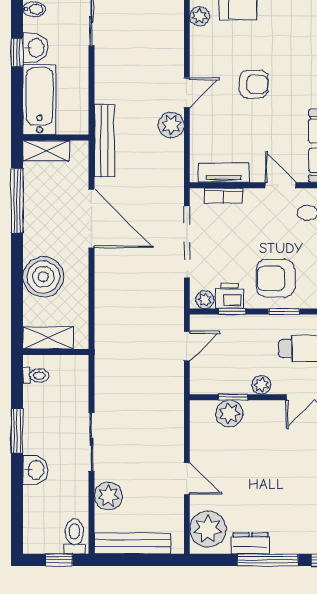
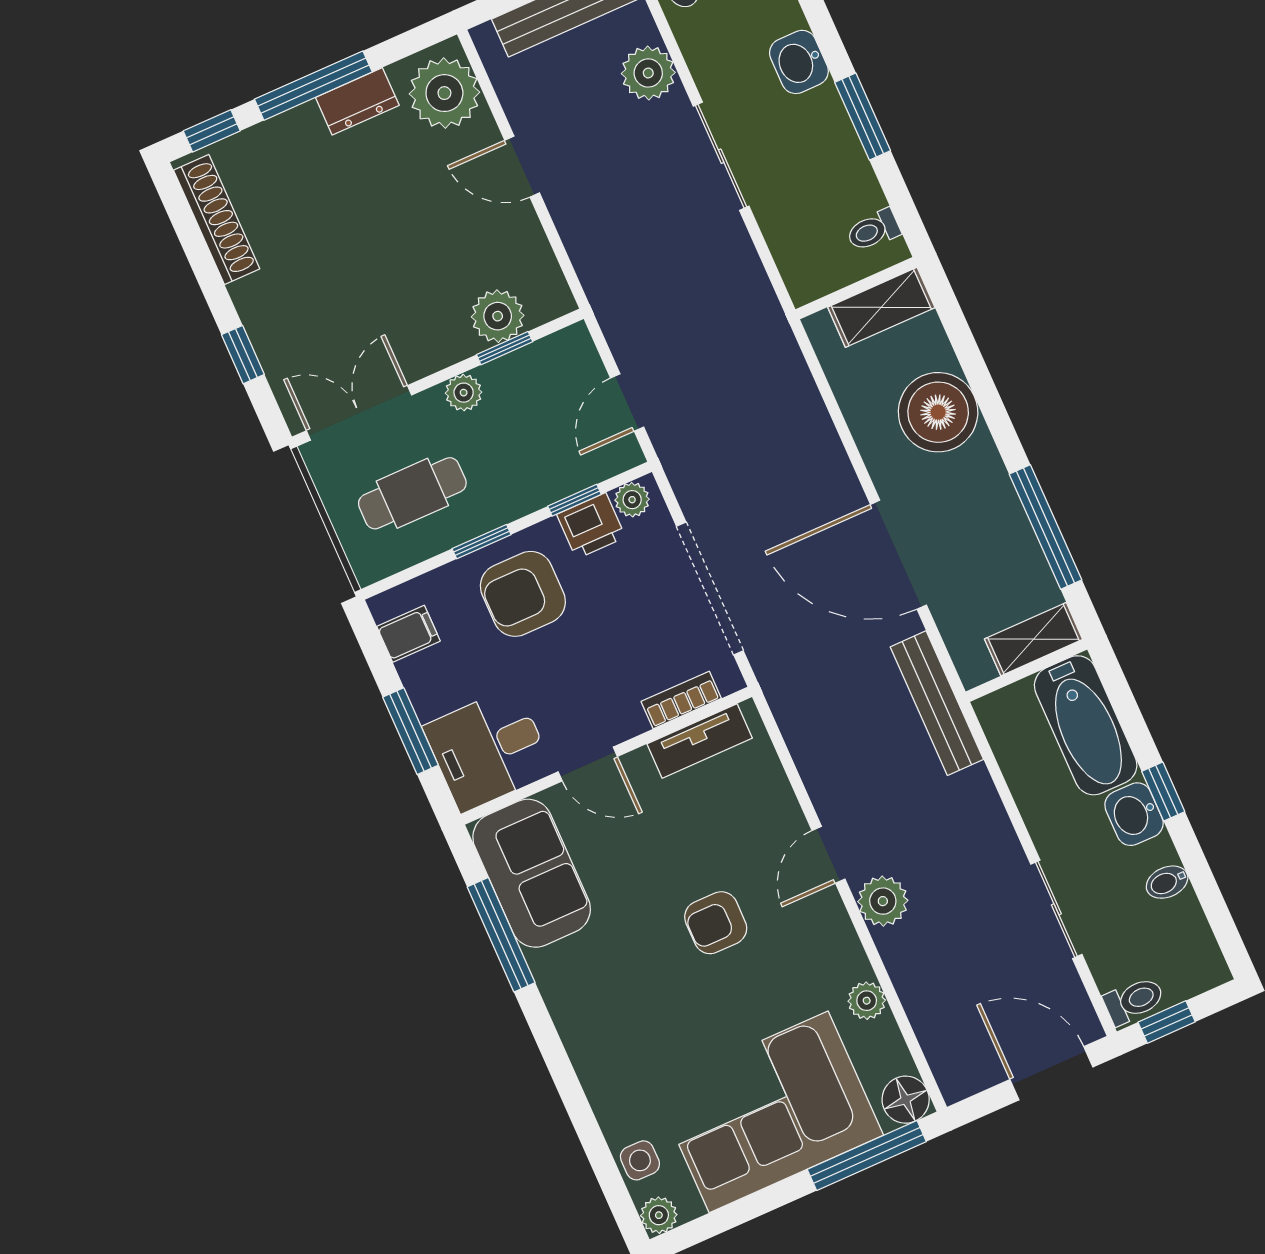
plant: (171, 125) -> (883, 901), moved
armchair: (276, 278) -> (523, 594), turned 180

